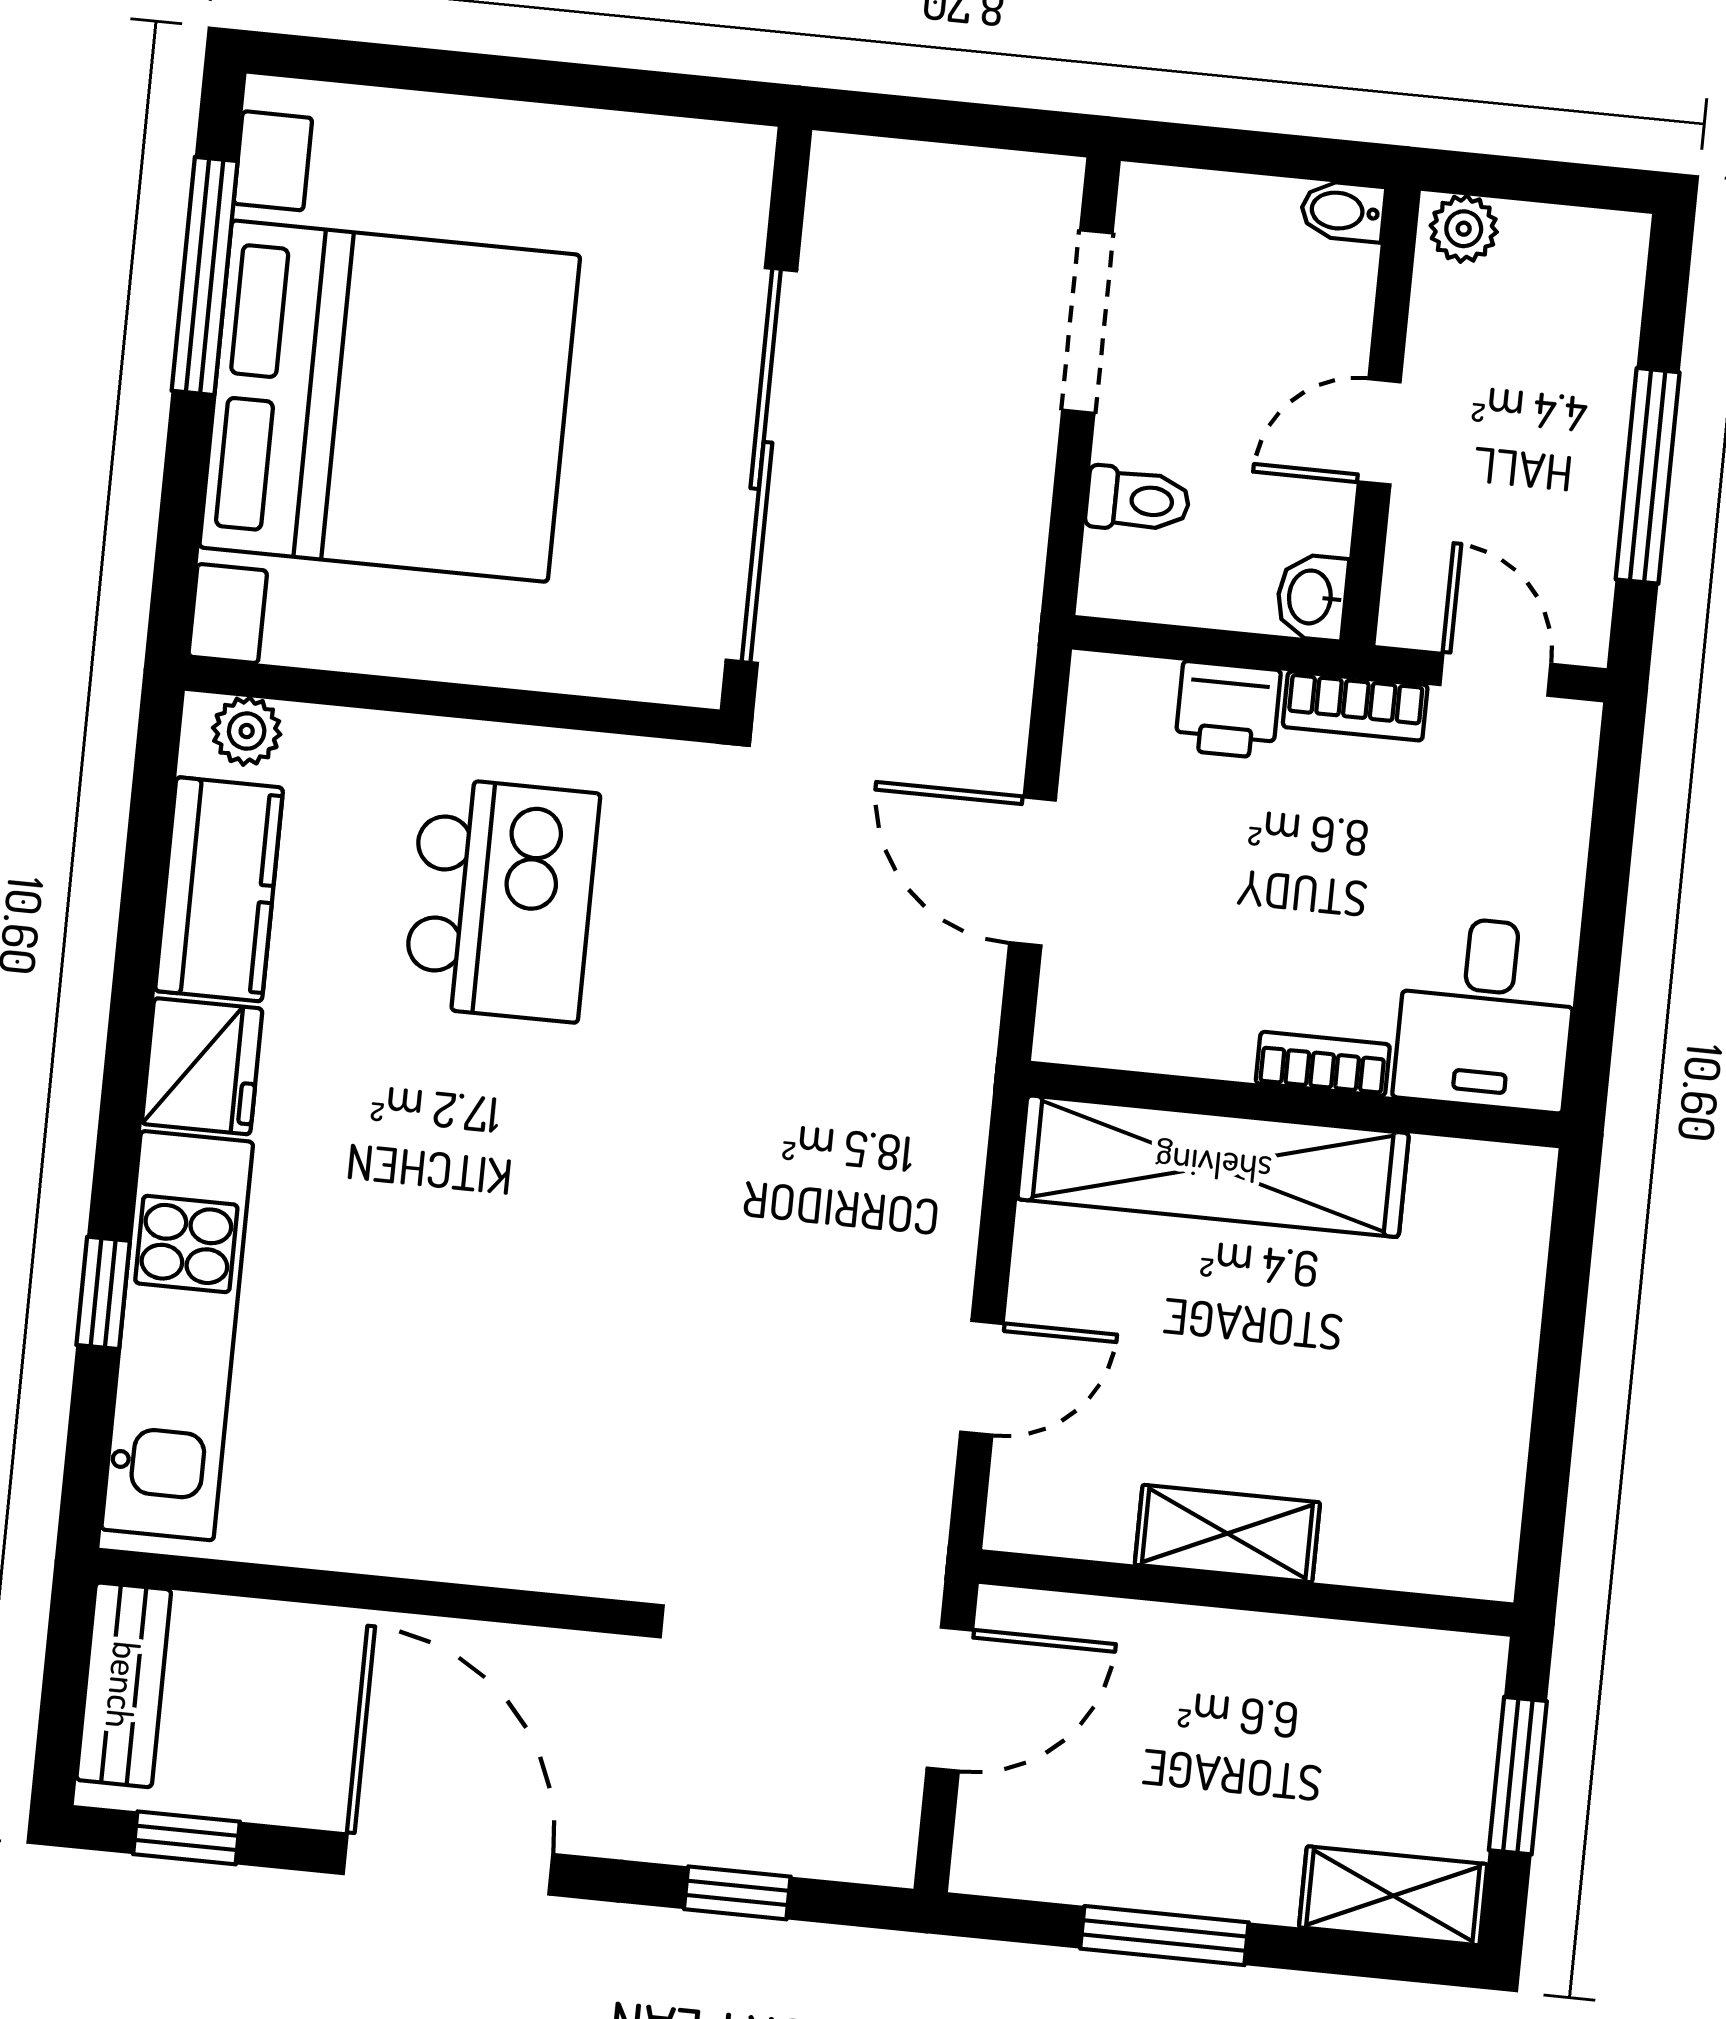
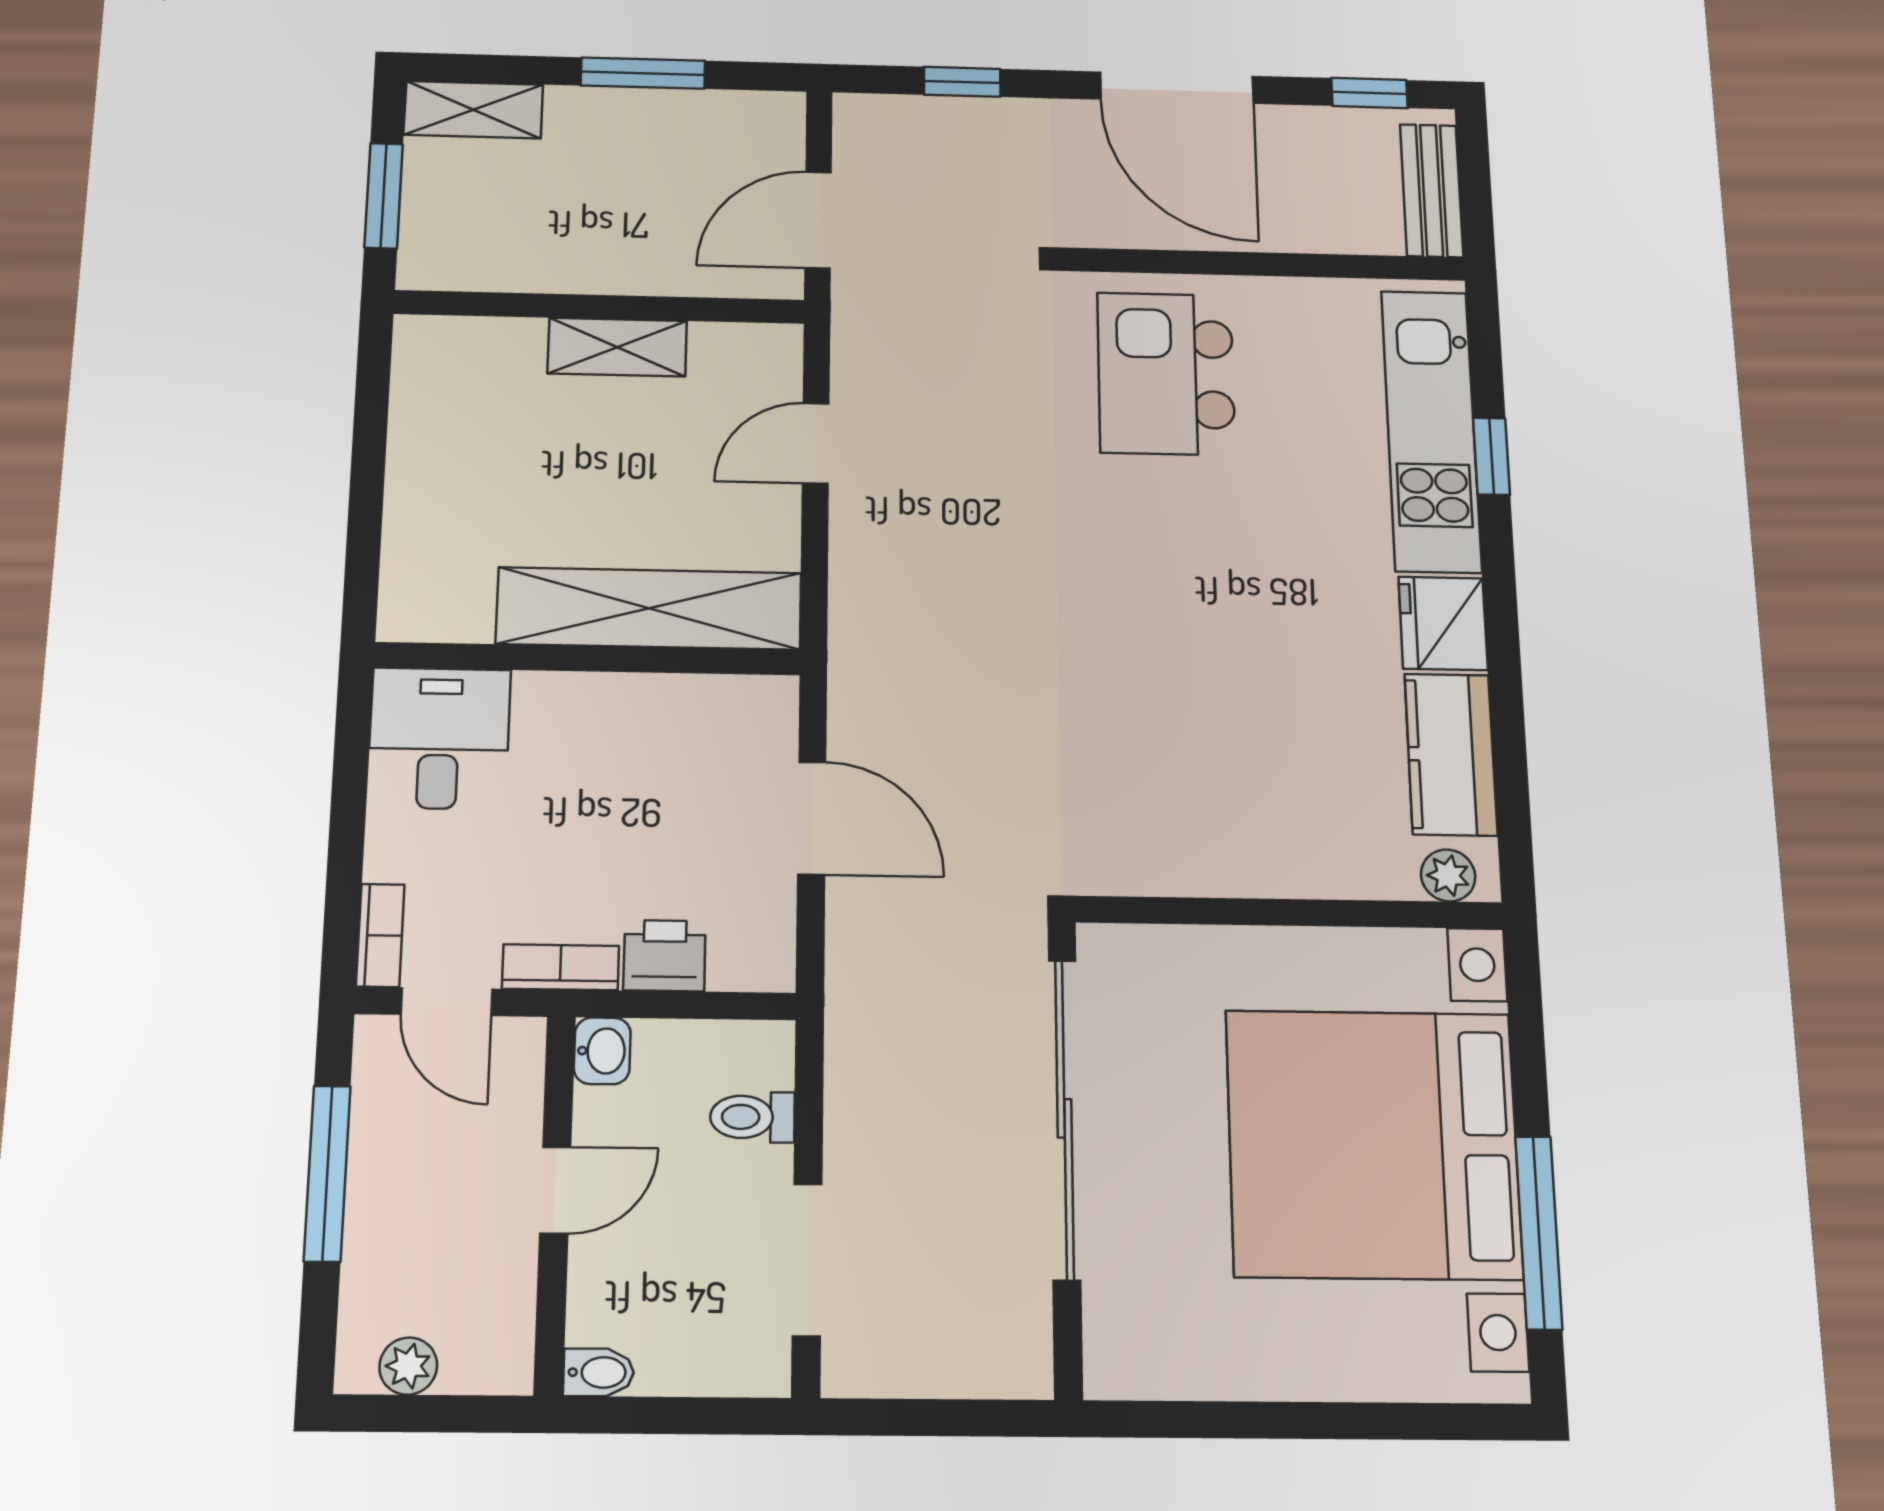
plant: (1464, 229) -> (408, 1366), moved
kitchen island: (501, 900) -> (1166, 374), moved
bookcase: (1323, 1064) -> (380, 935), moved, turned -90

